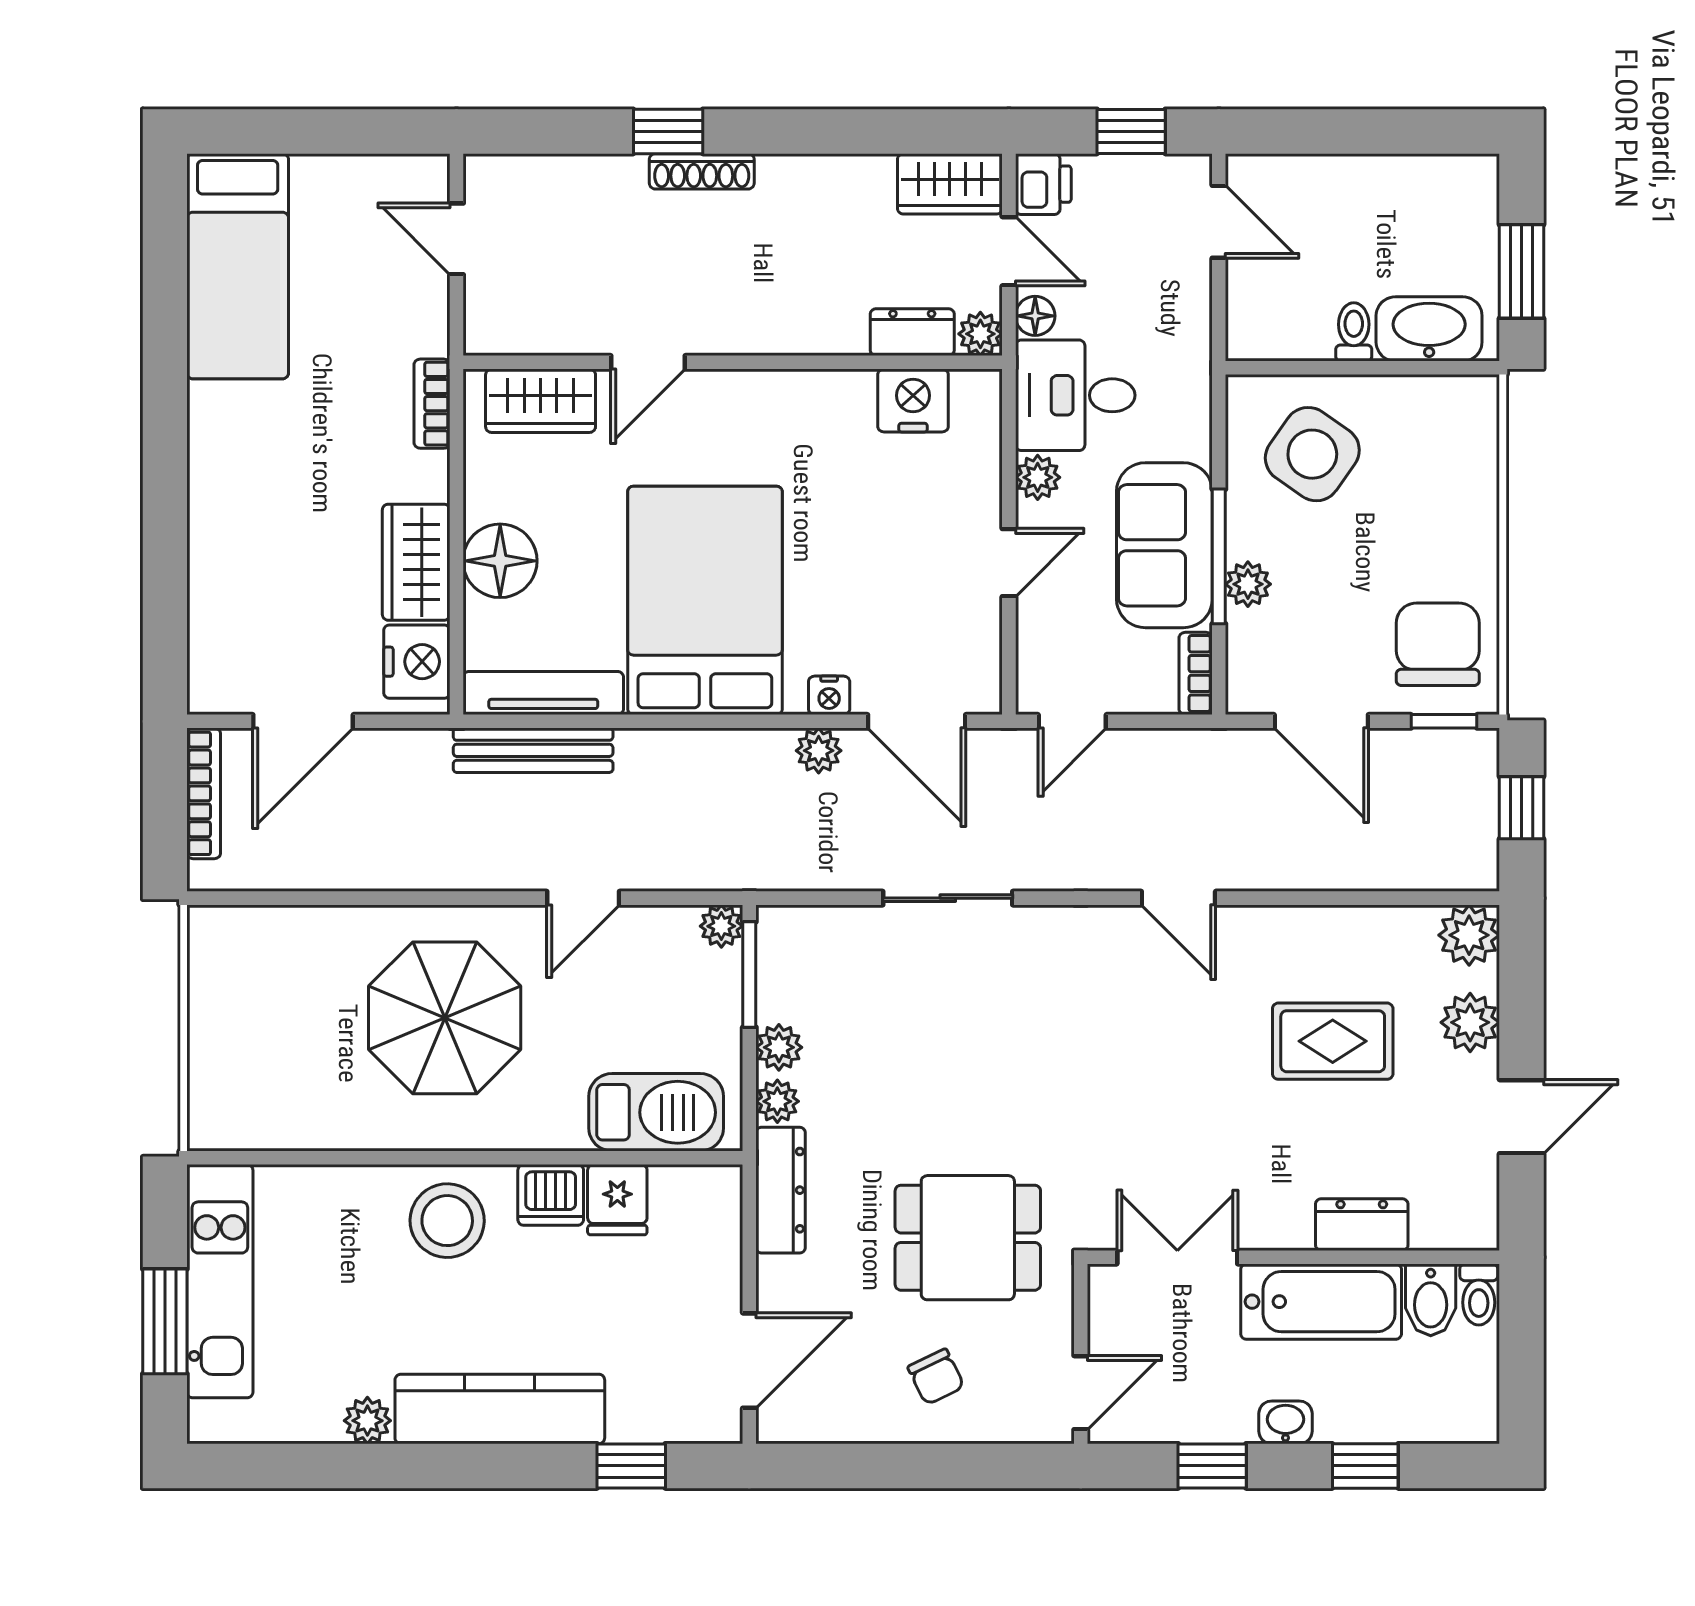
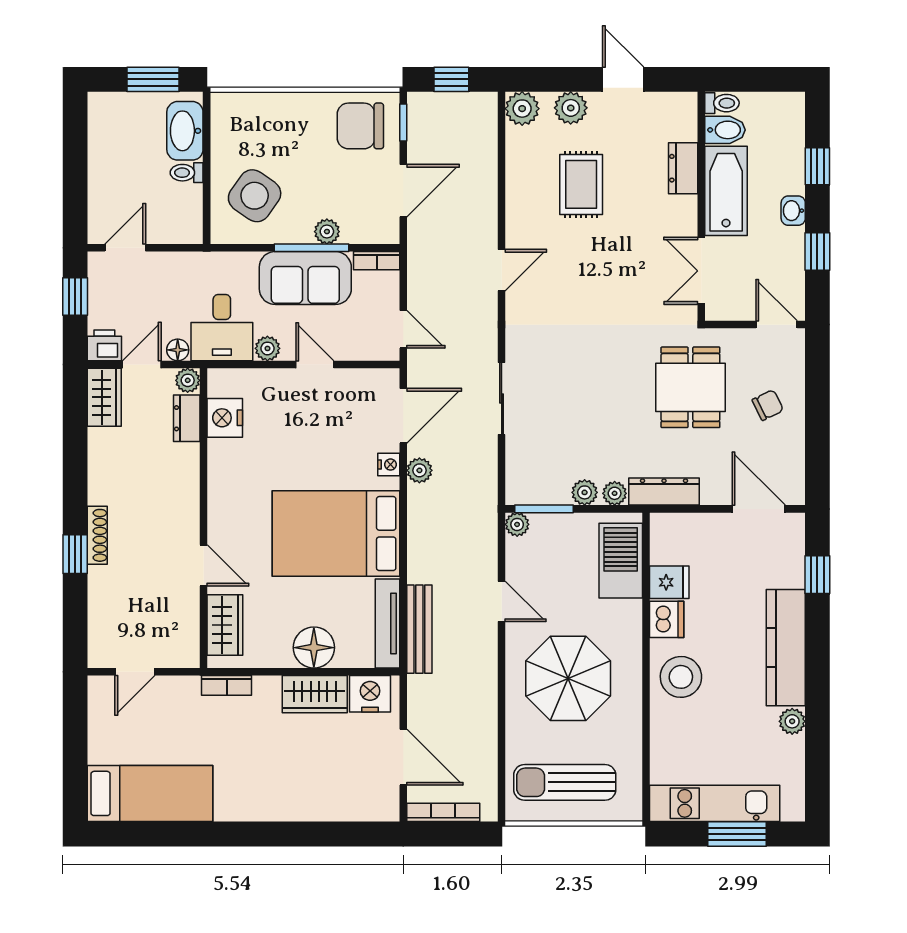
sun lounger: (258, 1012) -> (565, 782), added

